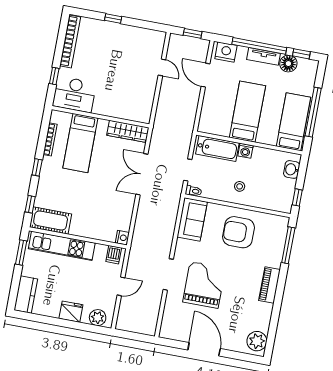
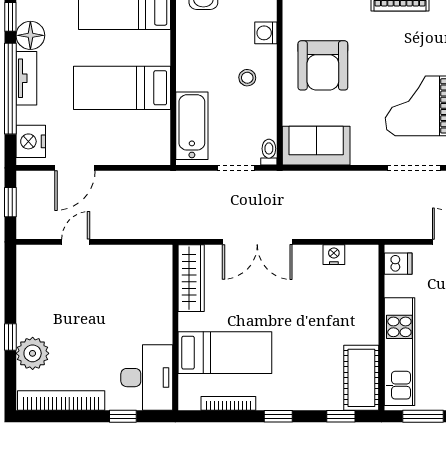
plant: (101, 30) -> (33, 353), added
washing machine: (245, 151) -> (266, 33), moved, turned 180
nightstand: (122, 238) -> (334, 255), moved

